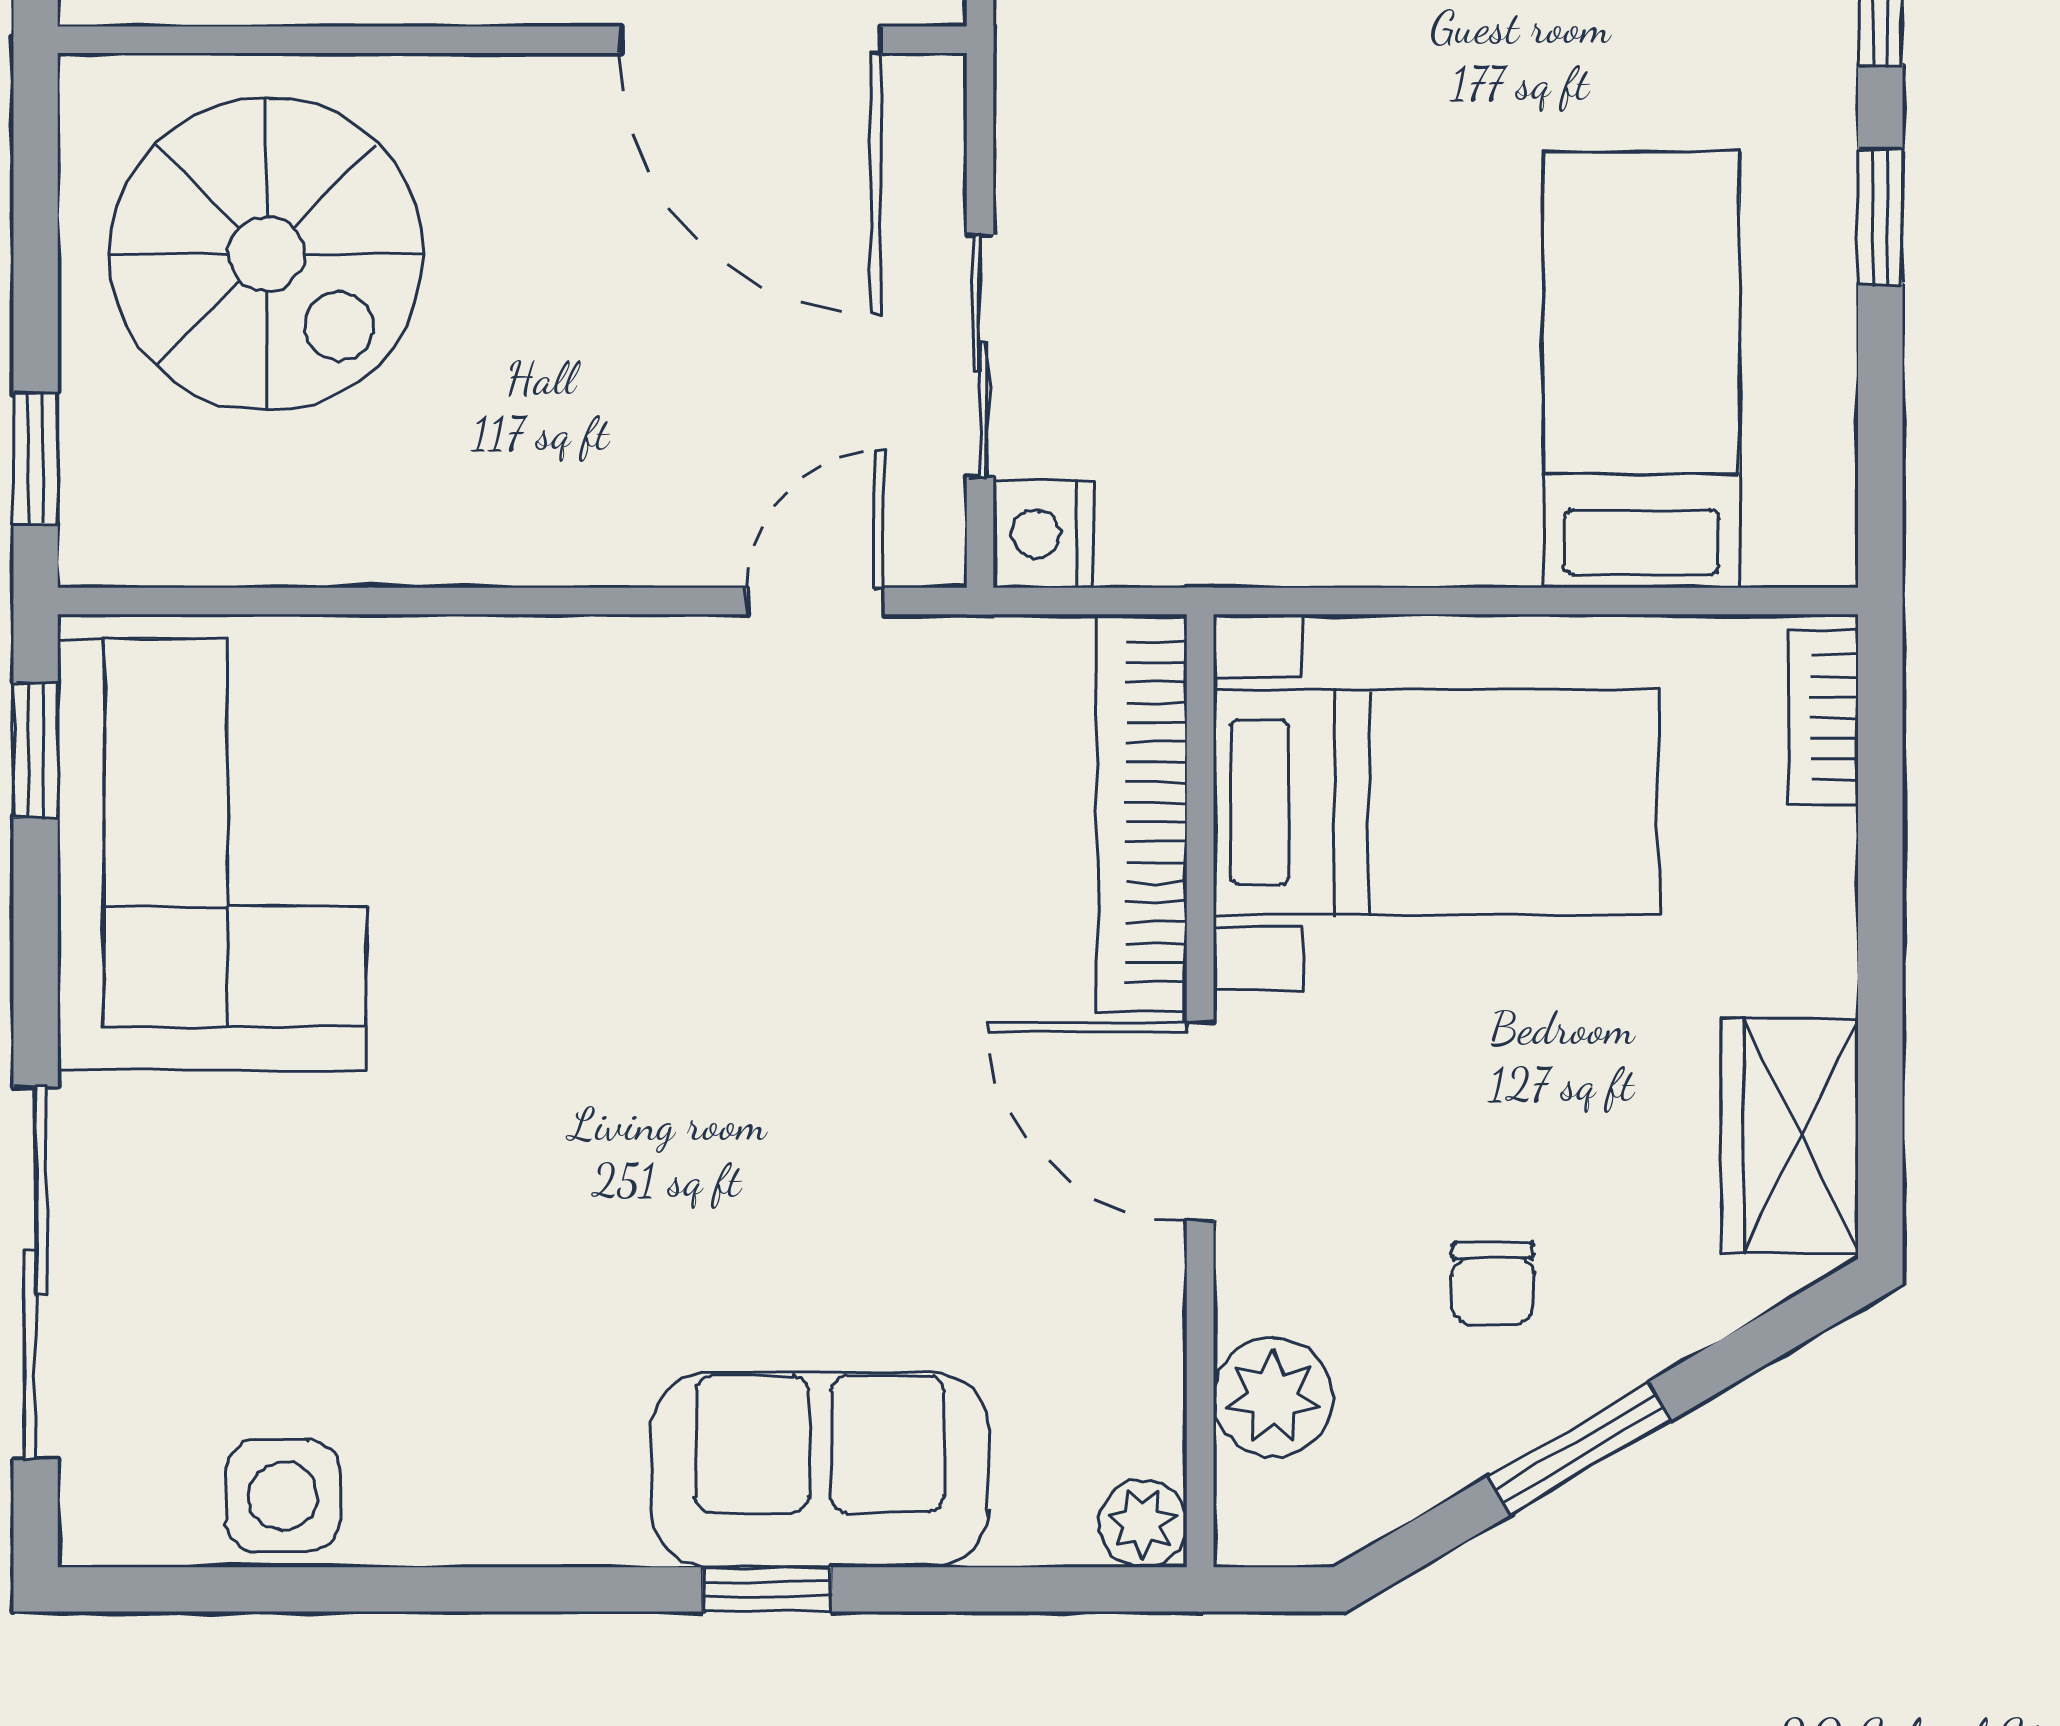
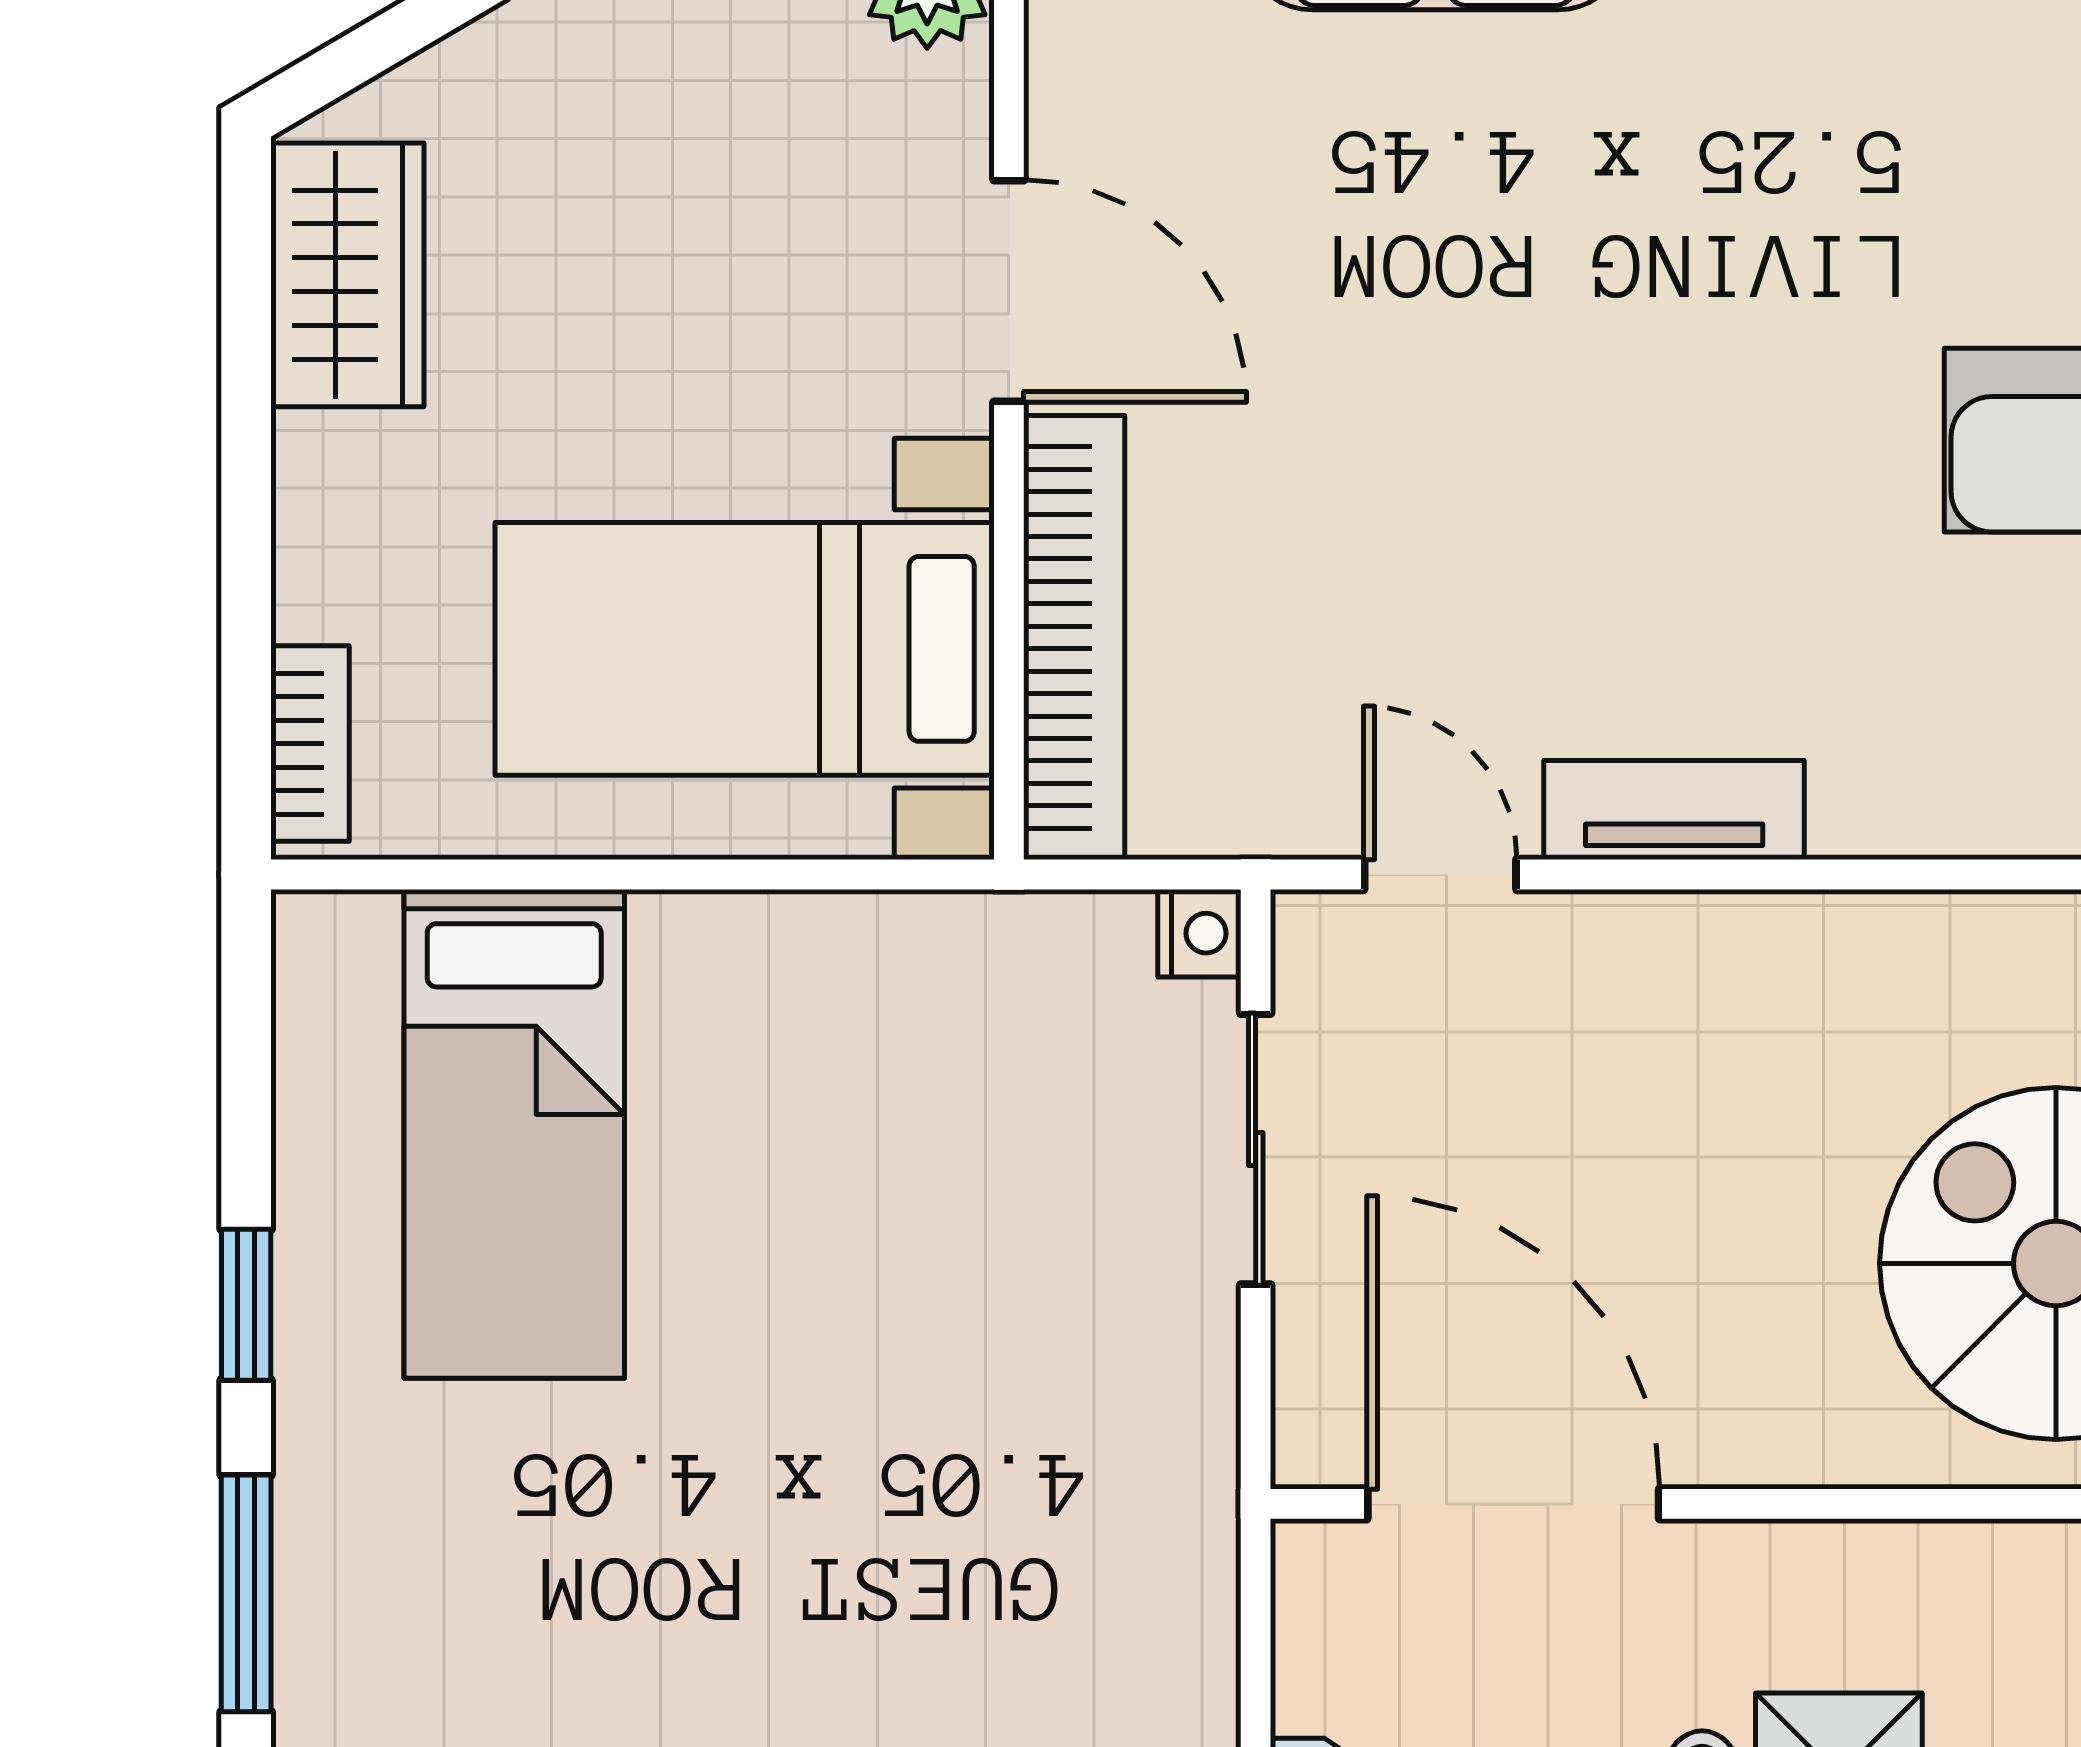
nightstand: (1043, 533) -> (1199, 933), width x0.72, depth x0.74
door: (815, 601) -> (1440, 874), swing flipped
tv unit: (607, 659) -> (1674, 810), added
chair: (1493, 1283) -> (681, 109), removed

